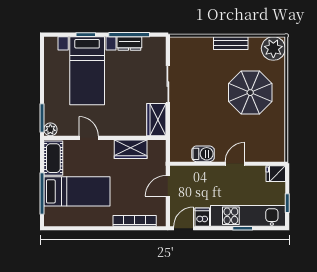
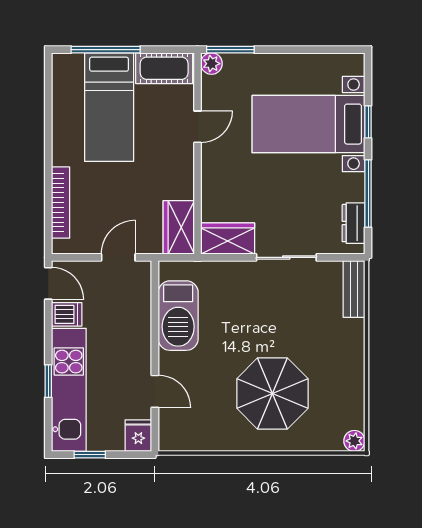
dresser: (129, 43) -> (353, 223), moved
bench: (231, 43) -> (354, 289), moved
plant: (273, 48) -> (354, 441), width x0.53, depth x0.53
wardrobe: (131, 149) -> (179, 227), moved
barbecue: (203, 154) -> (178, 316), width x1.88, depth x1.53
door: (235, 164) -> (155, 391), moved
door: (168, 186) -> (118, 257), hinge flipped

